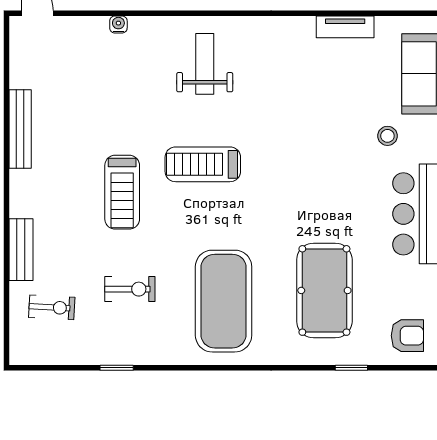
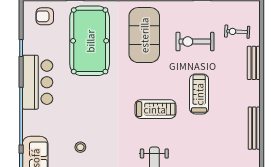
stool: (387, 136) -> (80, 147), moved
exercise bike: (130, 289) -> (195, 42), width x1.38, depth x1.39
pool table: (324, 290) -> (90, 41), width x1.36, depth x1.32

